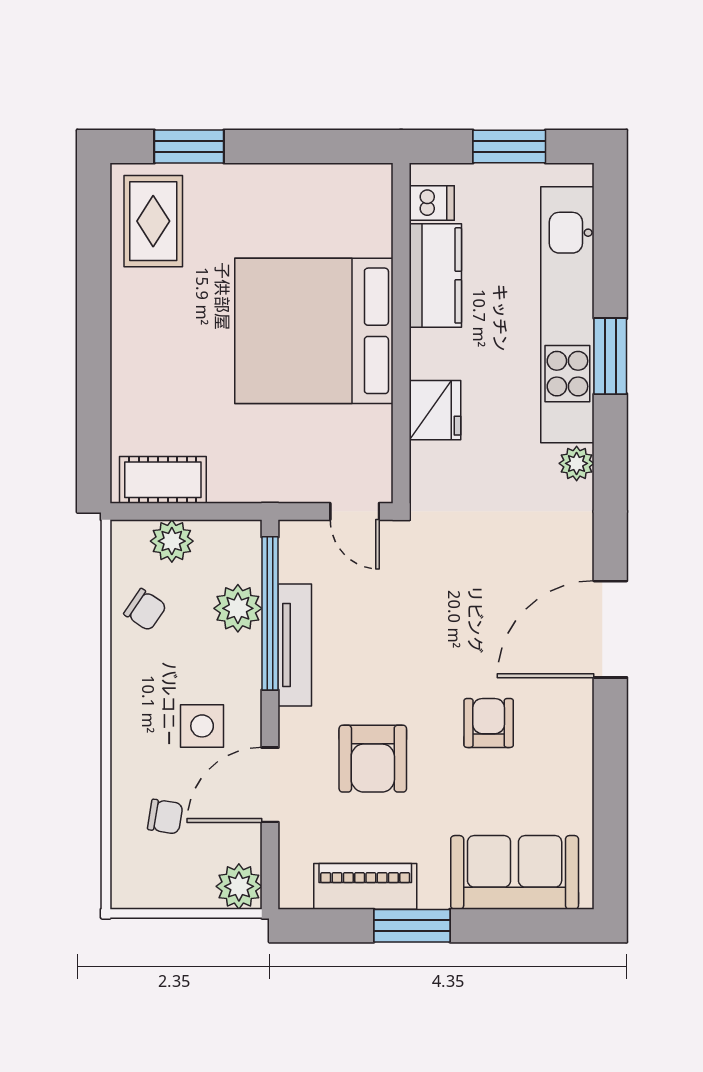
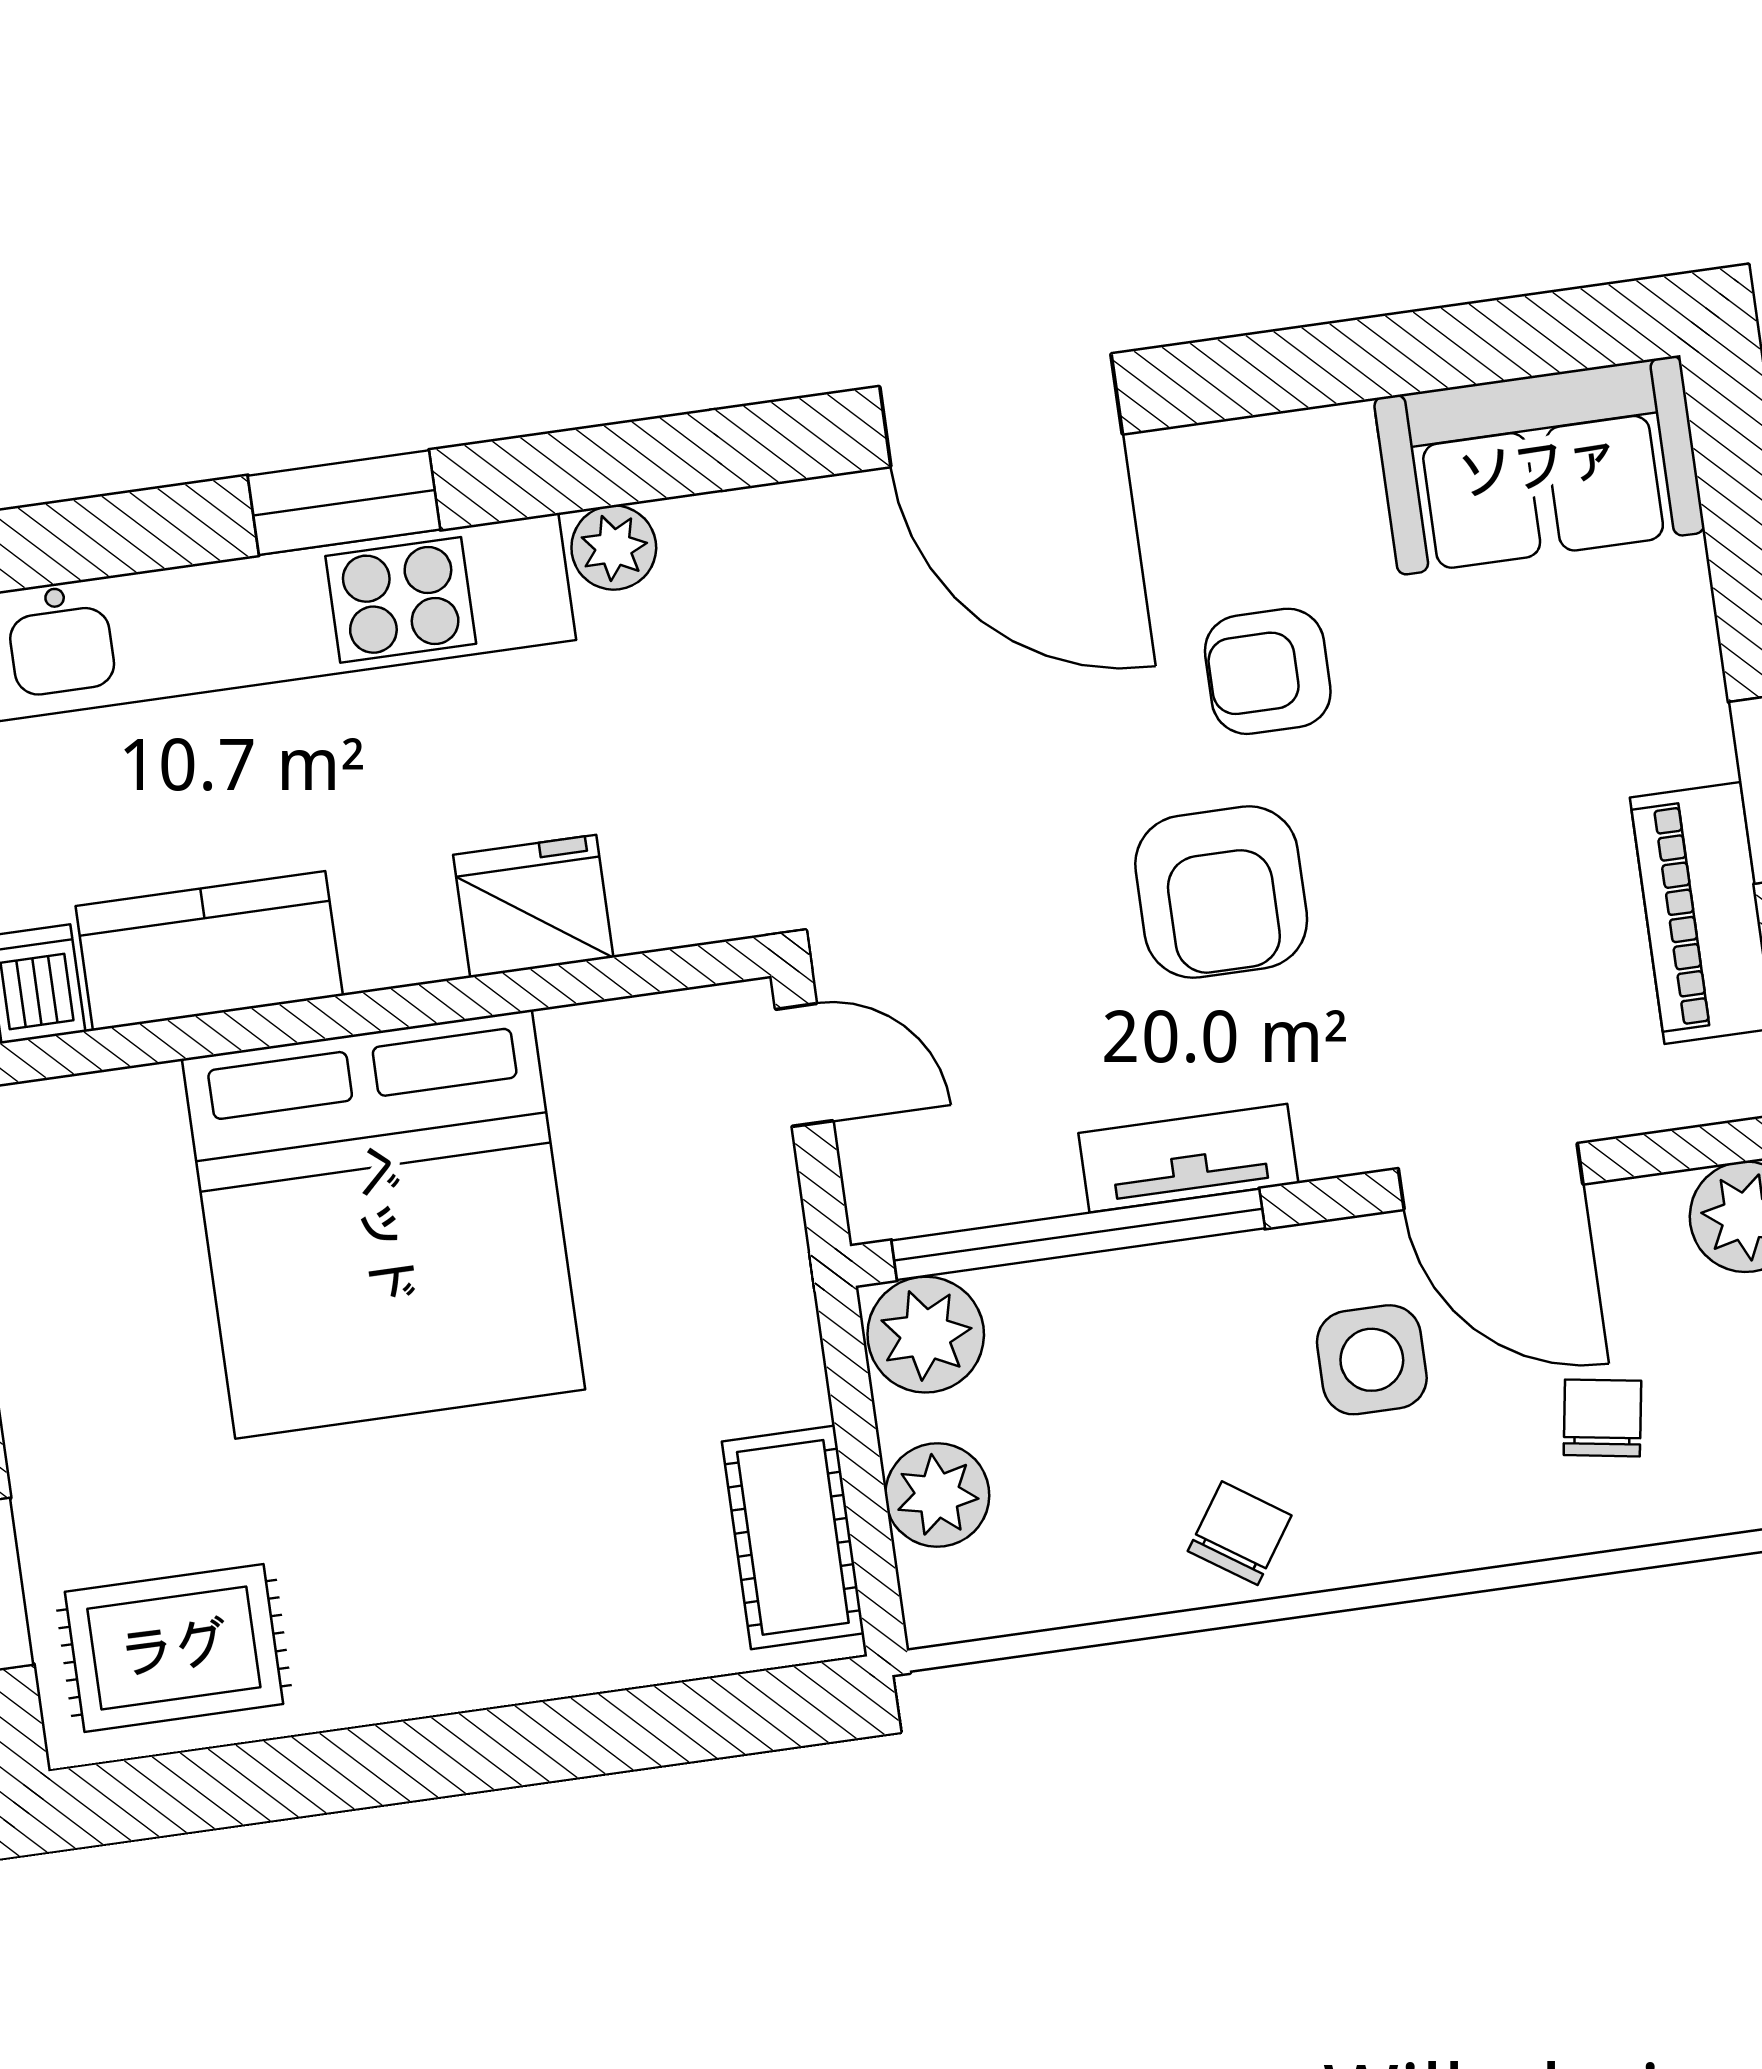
door: (355, 511) -> (804, 1065), hinge flipped
plant: (238, 608) -> (926, 1335), moved
chair: (145, 610) -> (1240, 1533), moved
tv unit: (295, 645) -> (1188, 1158), width x0.71
armchair: (373, 759) -> (1221, 892), moved, turned 90
sofa: (515, 872) -> (1539, 465), moved, turned -90

